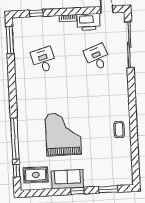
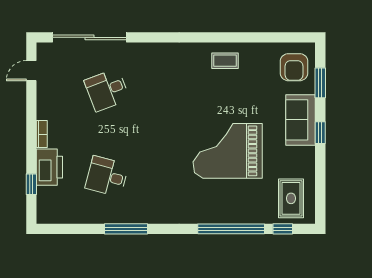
printer: (89, 22) -> (49, 167), moved
window: (10, 40) -> (126, 229), moved
desk: (44, 60) -> (107, 176), turned 30
armchair: (117, 173) -> (294, 67), added
sofa: (67, 179) -> (301, 120), moved

